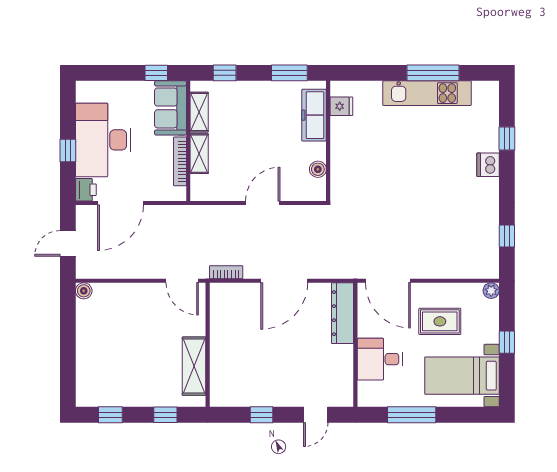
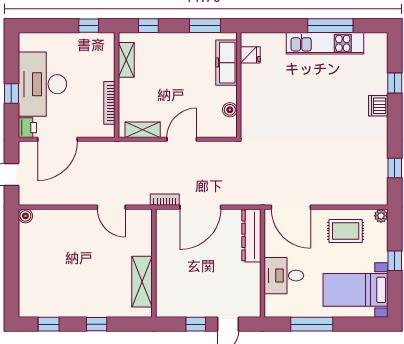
sofa: (171, 108) -> (101, 56), removed
shelving: (199, 154) -> (143, 130), moved, turned 90
bookcase: (226, 272) -> (165, 200), moved
rug: (440, 321) -> (346, 231), moved
wall: (208, 345) -> (154, 263), moved
shelving: (194, 366) -> (142, 282), moved
window: (261, 415) -> (196, 324), moved

